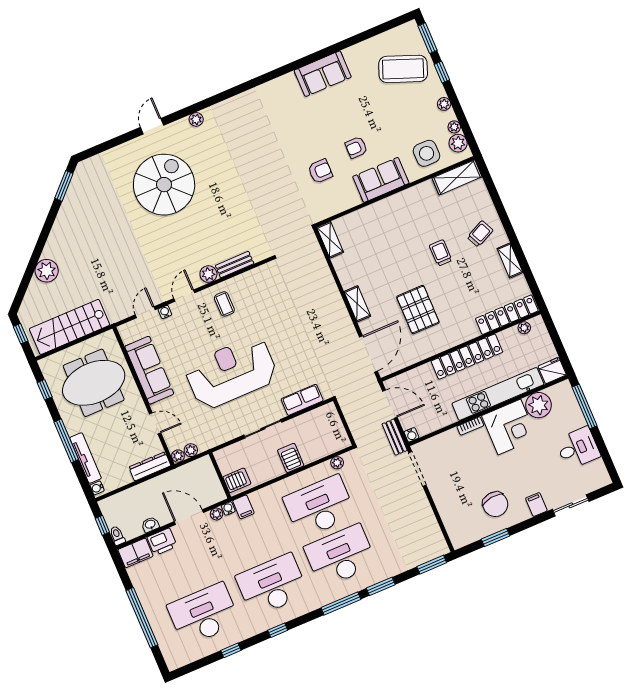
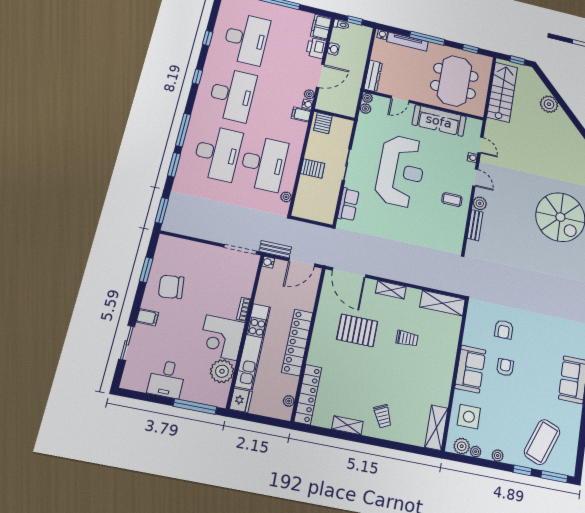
shelving: (330, 240) -> (443, 303), width x1.50, depth x1.33
trolley: (441, 253) -> (407, 339), moved

